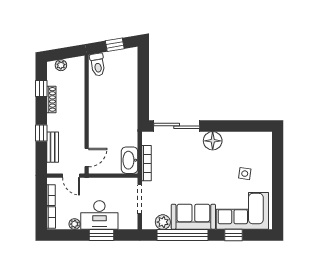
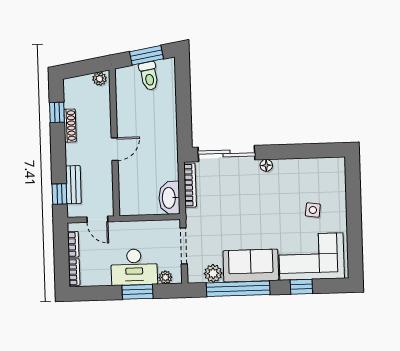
window: (115, 45) -> (146, 55), width x1.50
plant: (61, 65) -> (100, 79), moved
toilet: (98, 65) -> (149, 76), moved
window: (41, 133) -> (59, 194), moved
floor lamp: (213, 141) -> (266, 165), width x0.53, depth x0.53
door: (87, 158) -> (115, 149), moved
bookcase: (146, 163) -> (190, 185), moved
plant: (74, 224) -> (165, 277), moved

